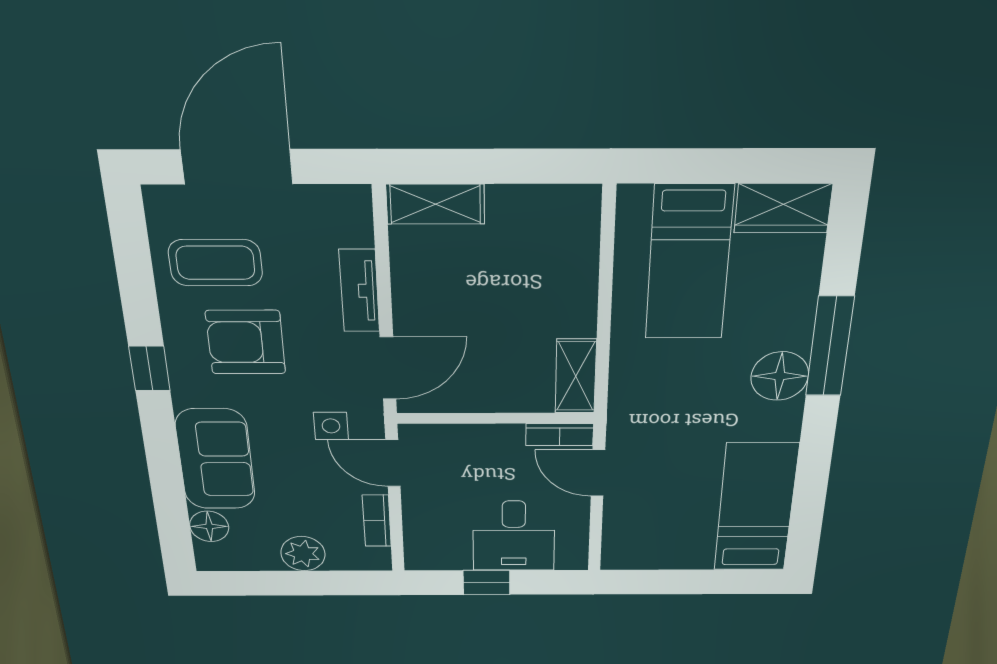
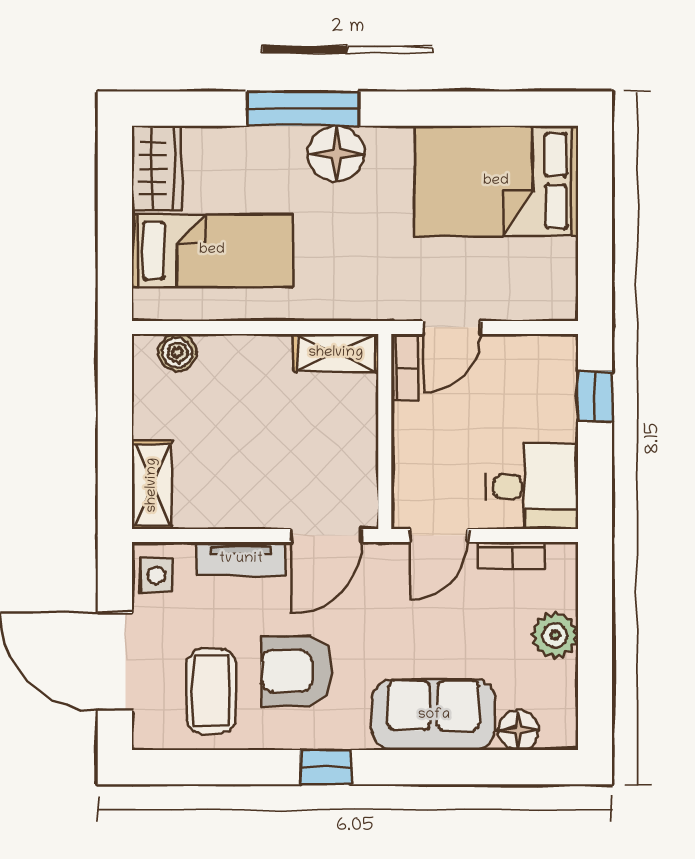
boiler: (580, 229) -> (177, 352), added
armchair: (246, 342) -> (297, 671), turned 90
door: (388, 368) -> (326, 536), swing flipped
side table: (331, 426) -> (157, 575), moved
bed: (756, 508) -> (496, 181), width x1.50
desk: (514, 536) -> (532, 487), moved
window: (487, 583) -> (595, 396), moved

